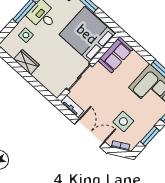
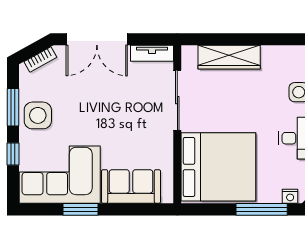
sofa: (116, 55) -> (131, 186), moved, turned 90
wardrobe: (26, 62) -> (229, 57), moved, width x1.50
side table: (123, 121) -> (38, 115), moved

